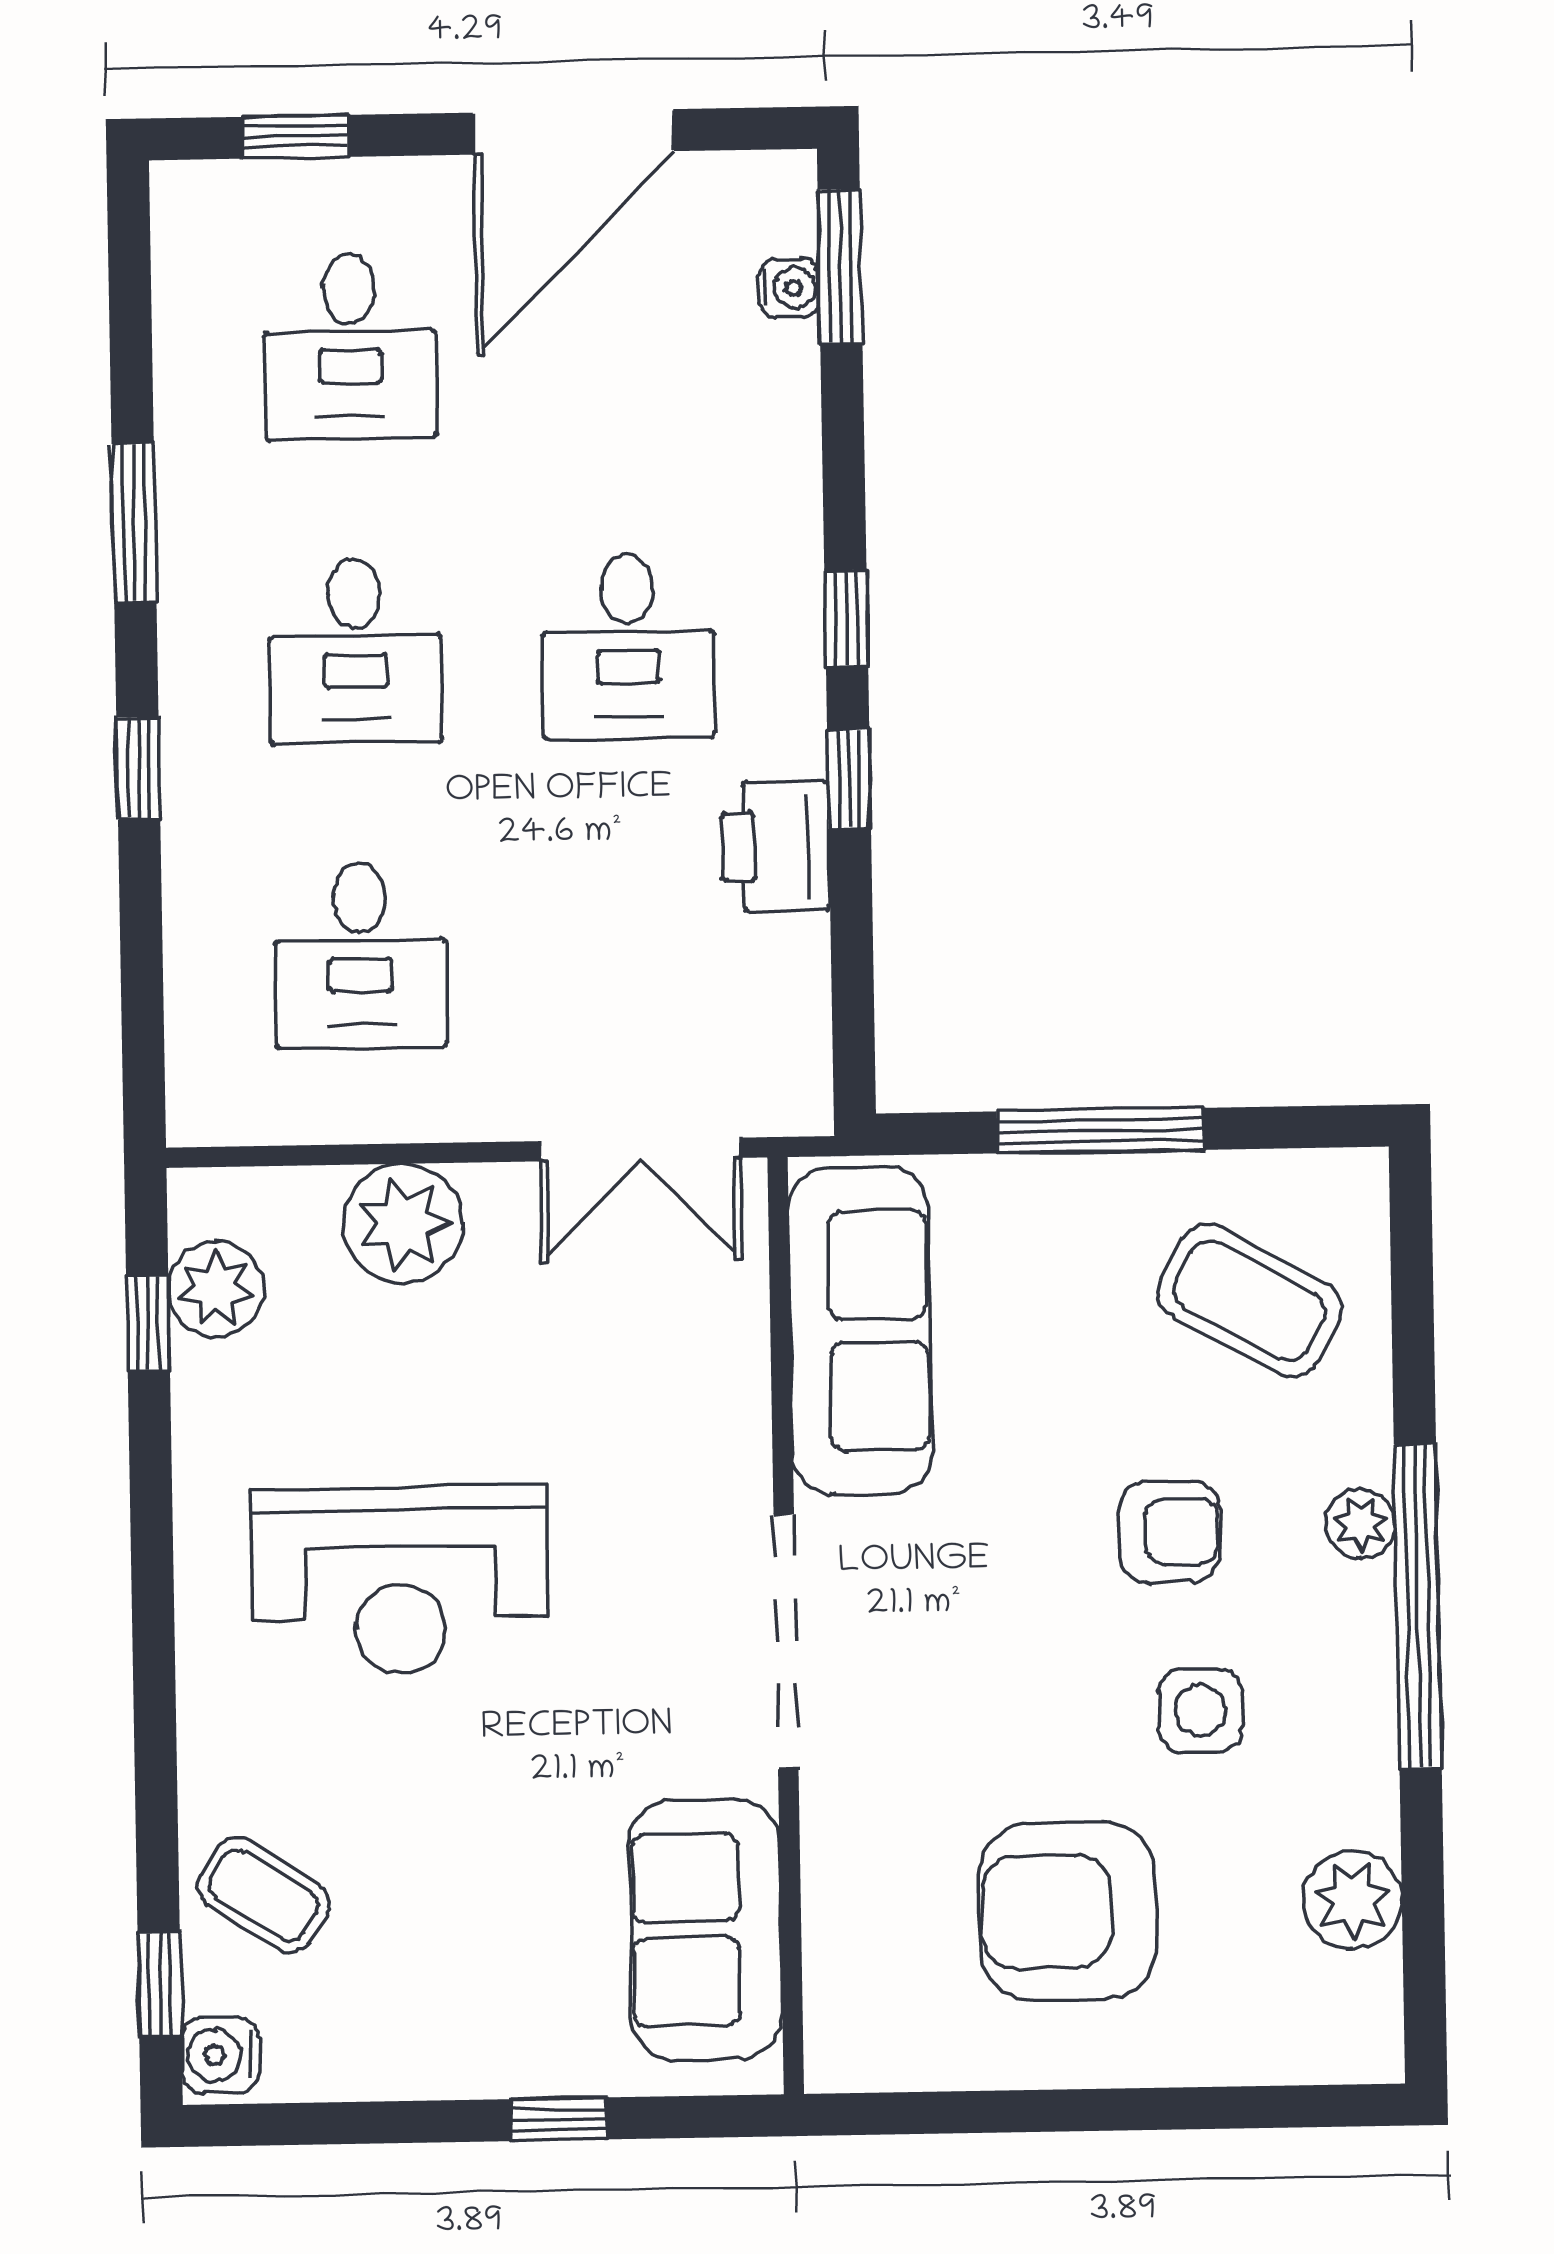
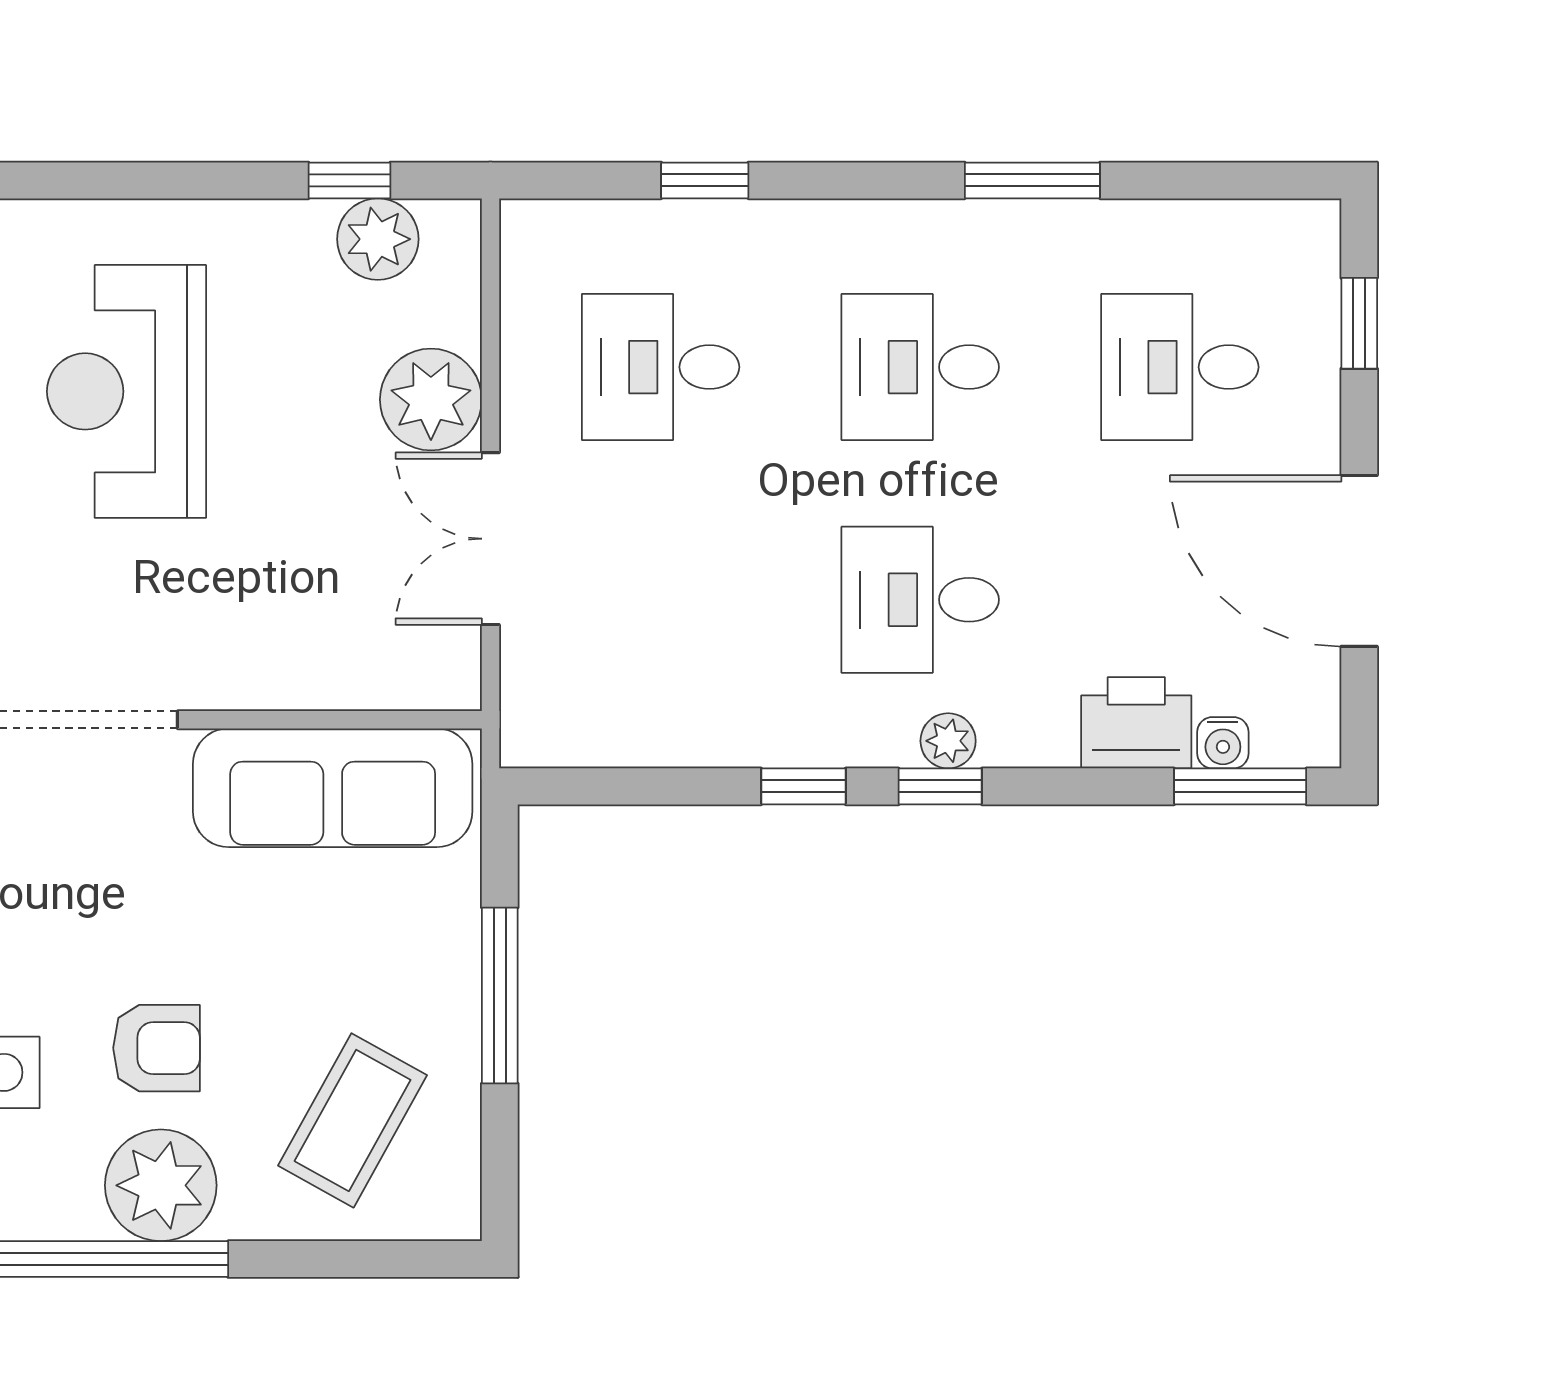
plant: (793, 610) -> (948, 741), added
window: (138, 768) -> (705, 180), moved
printer: (776, 846) -> (1136, 723), moved
double door: (640, 1150) -> (490, 539), moved
plant: (1360, 1524) -> (161, 1185), width x1.88, depth x1.88
armchair: (1169, 1532) -> (156, 1048), turned -90

